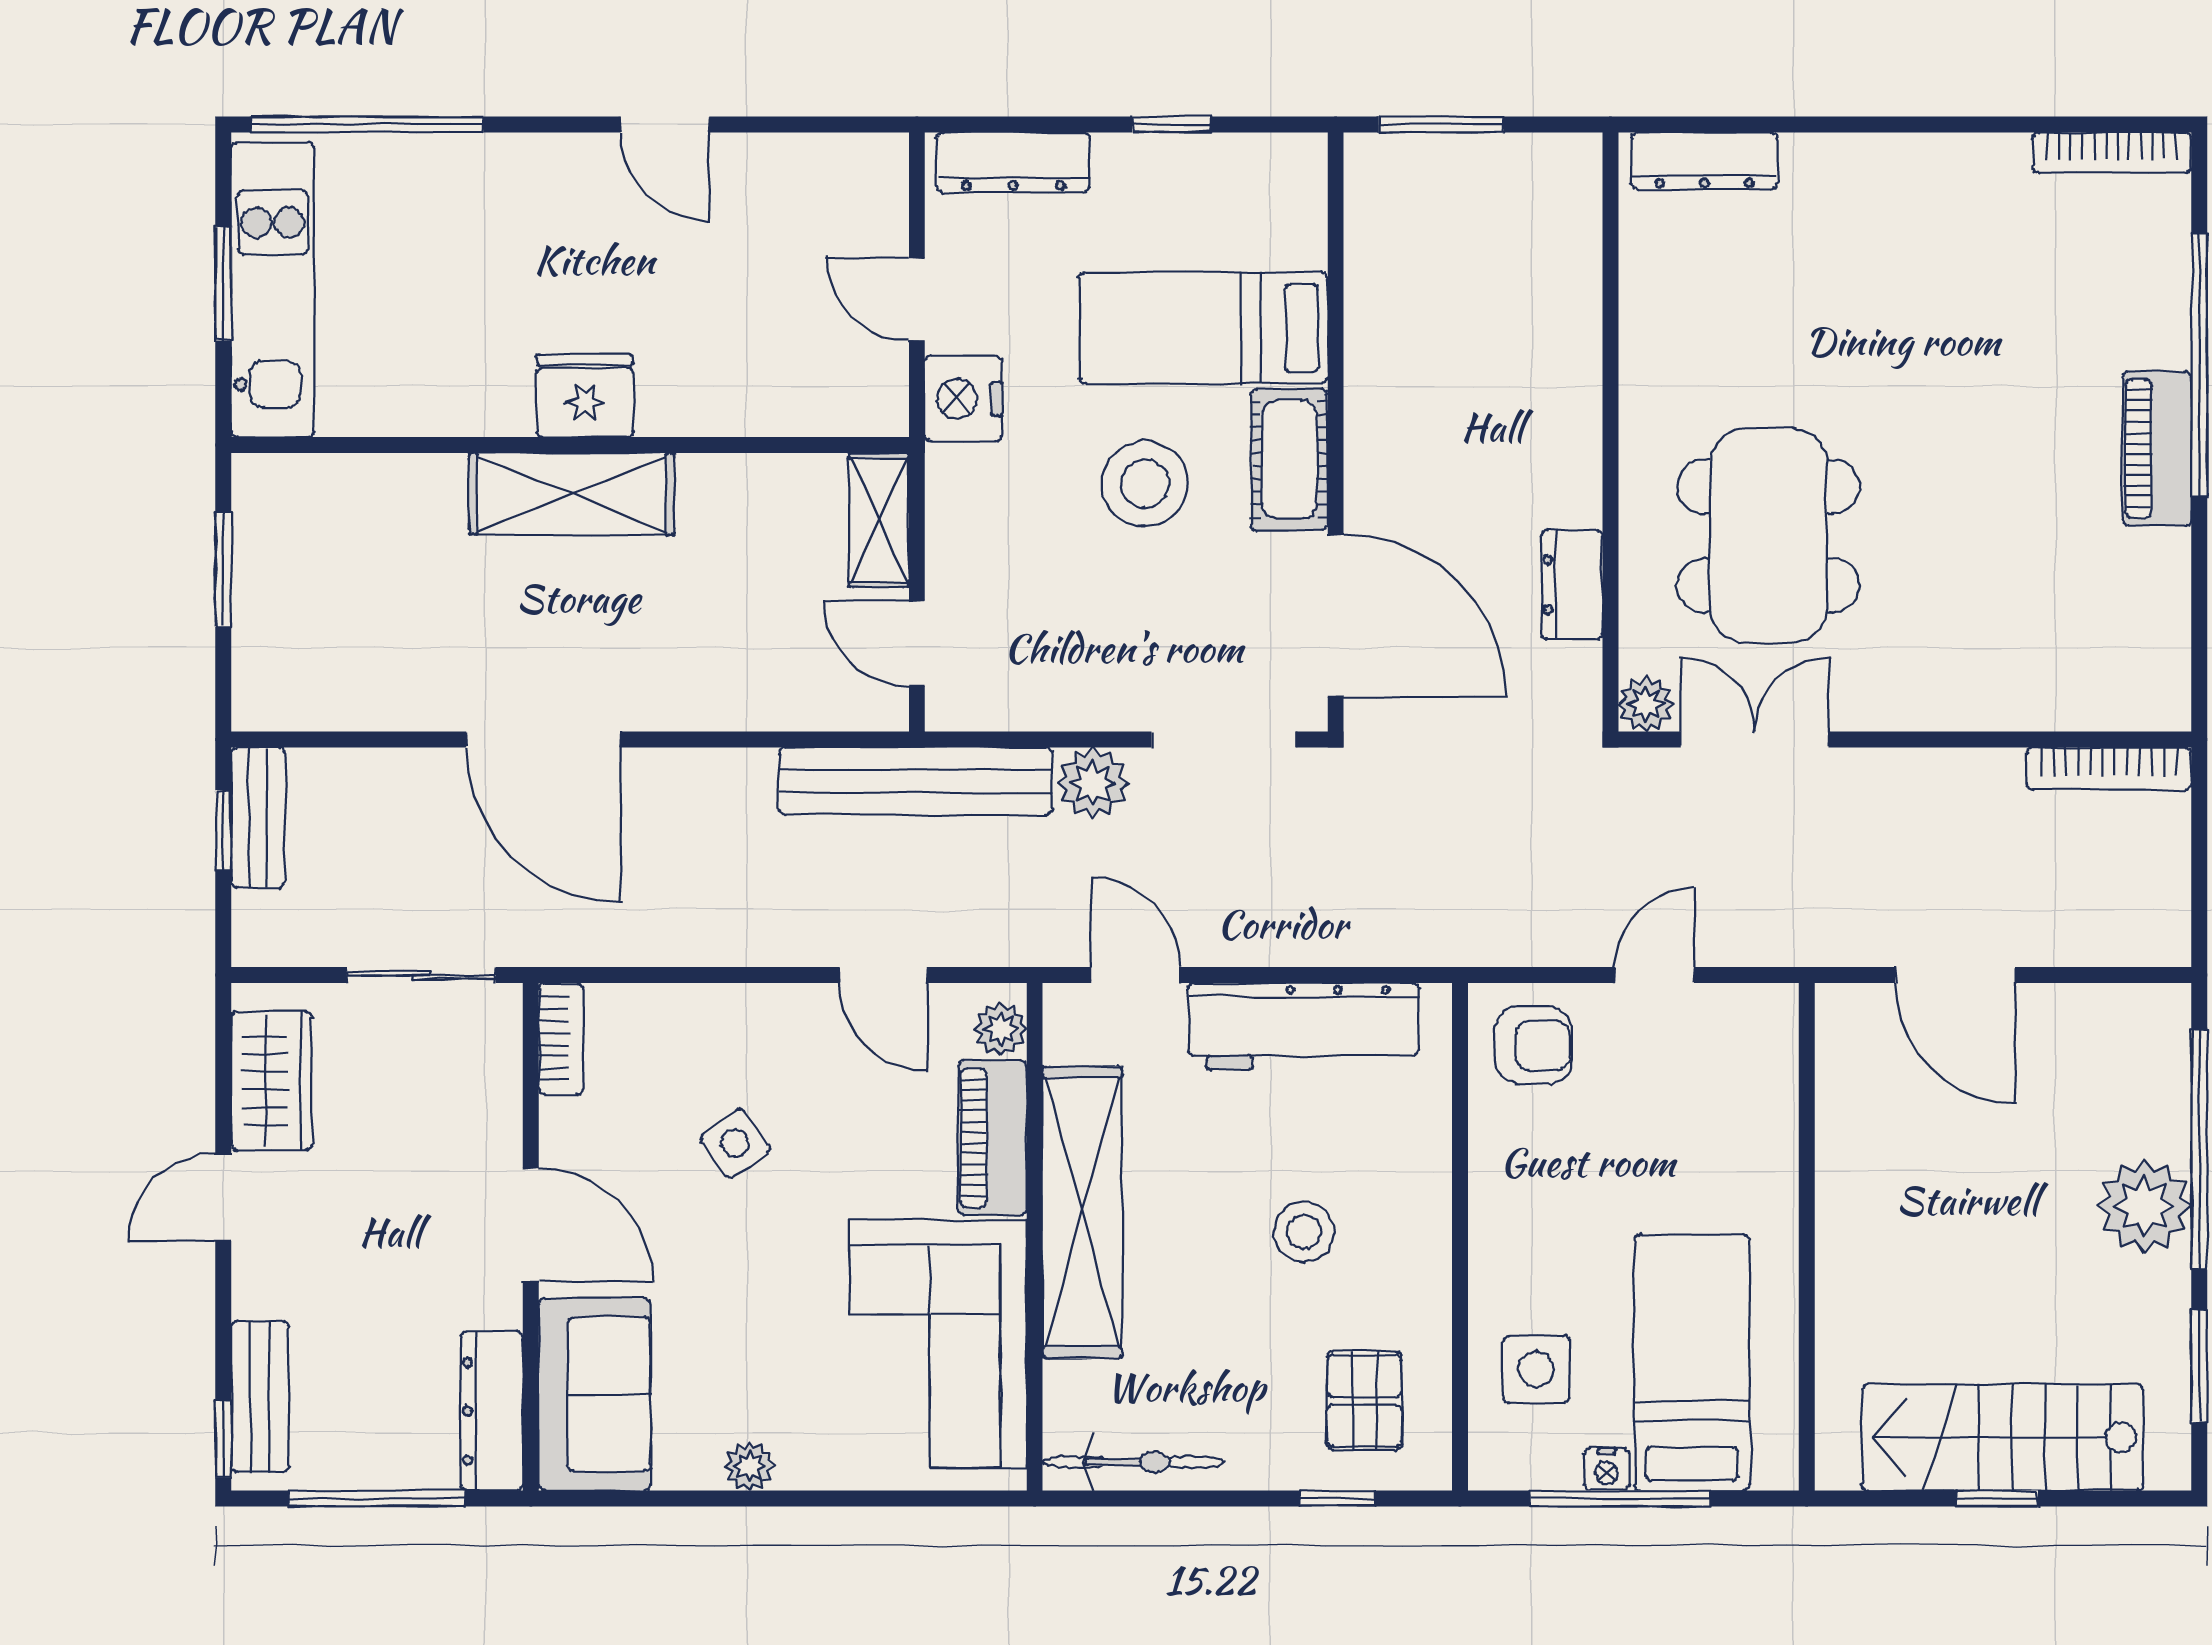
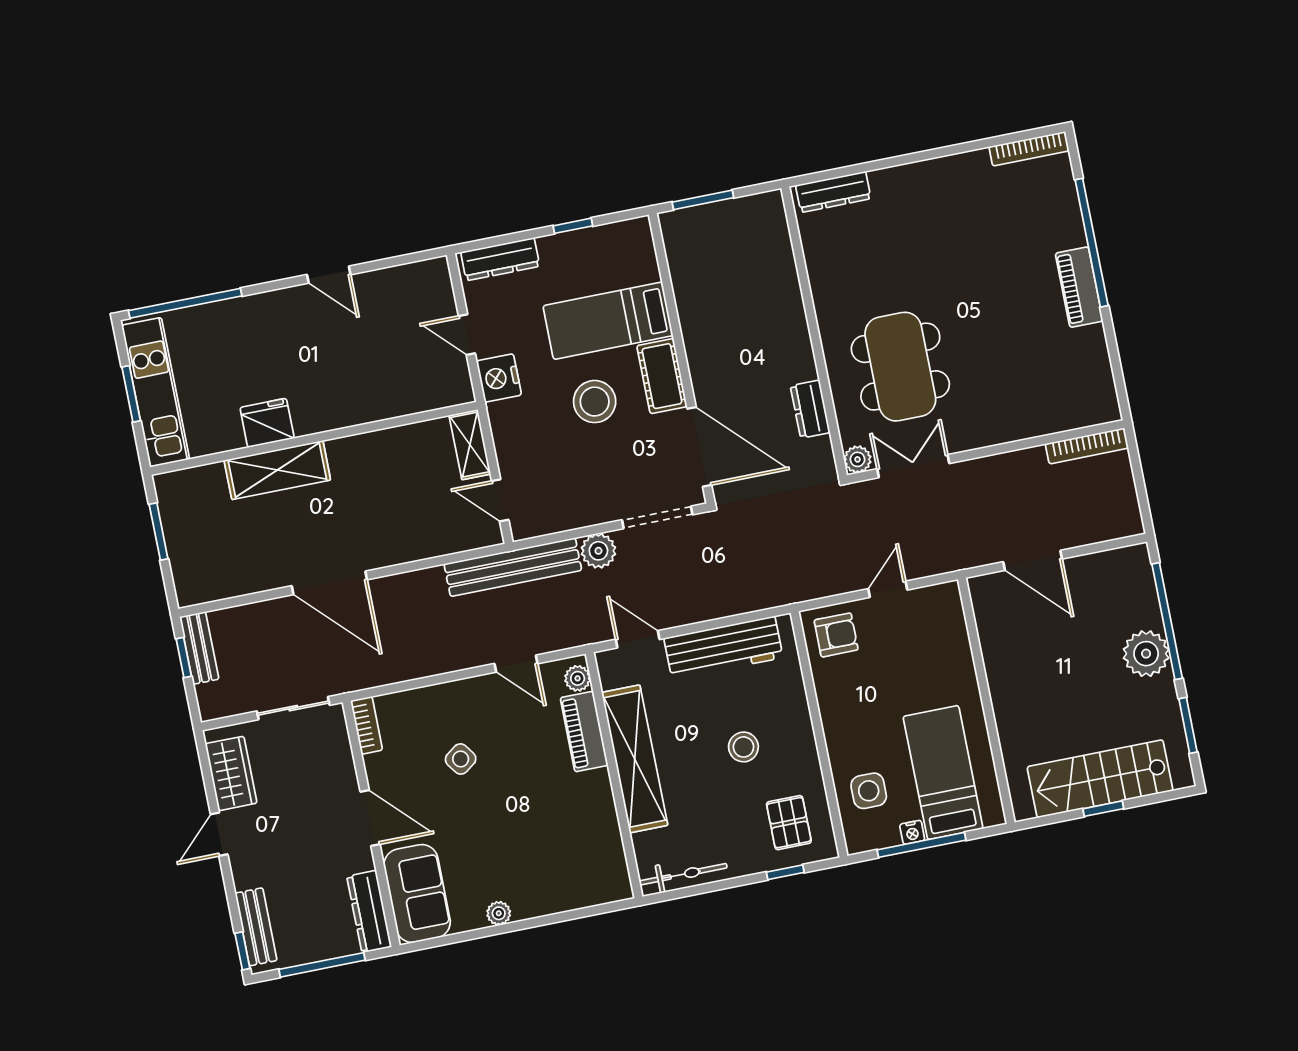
fridge: (585, 396) -> (267, 423), moved
shelving: (572, 494) -> (277, 470), moved
corner sofa: (938, 1344) -> (578, 836), removed

